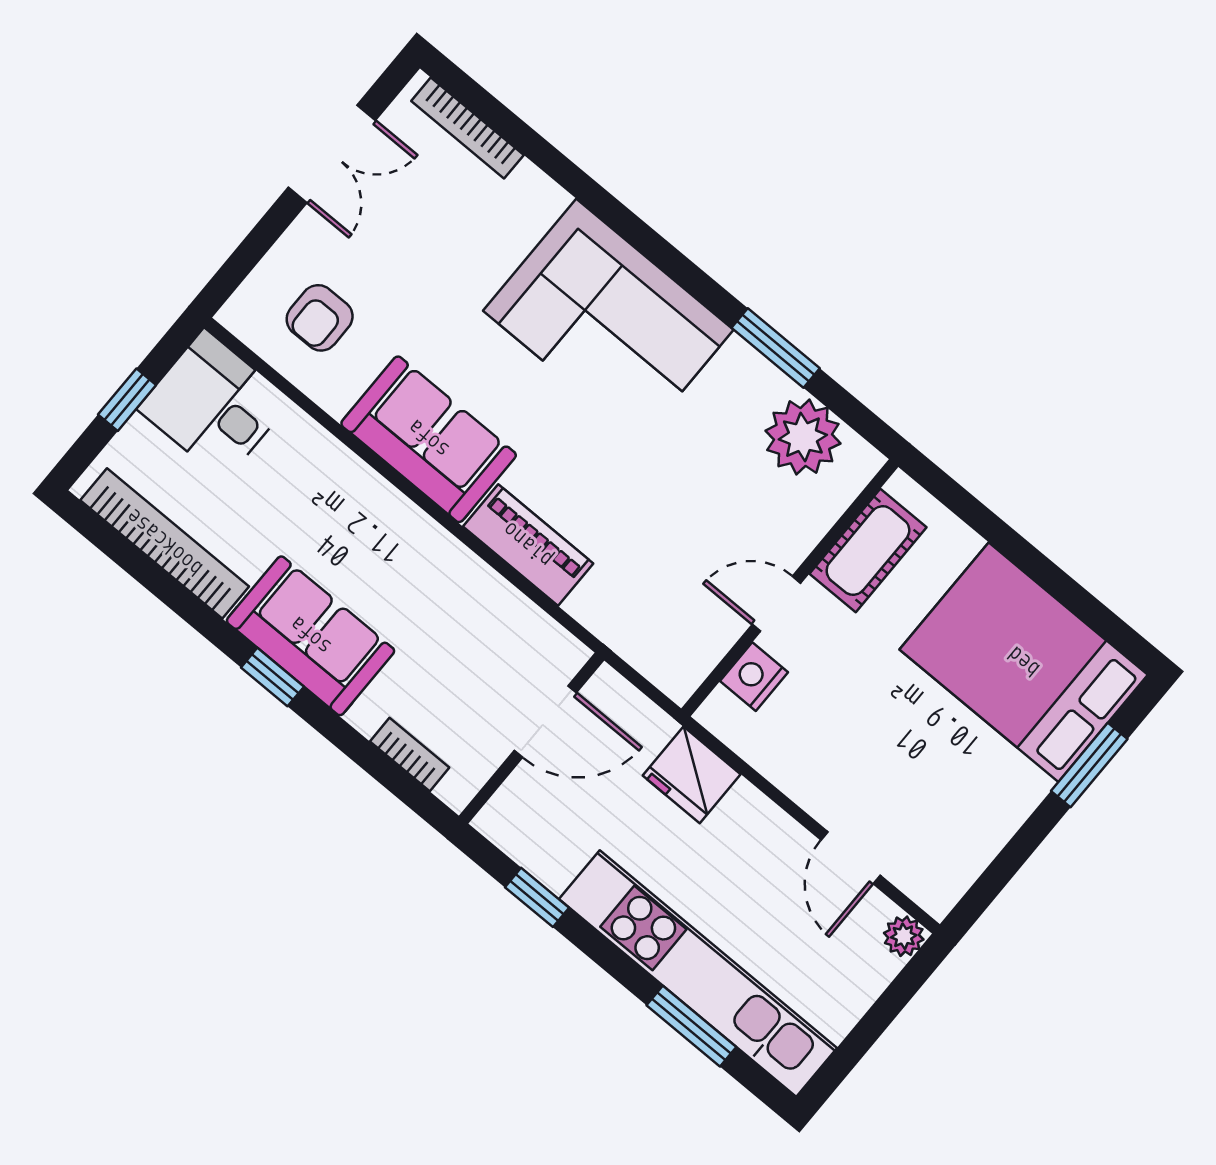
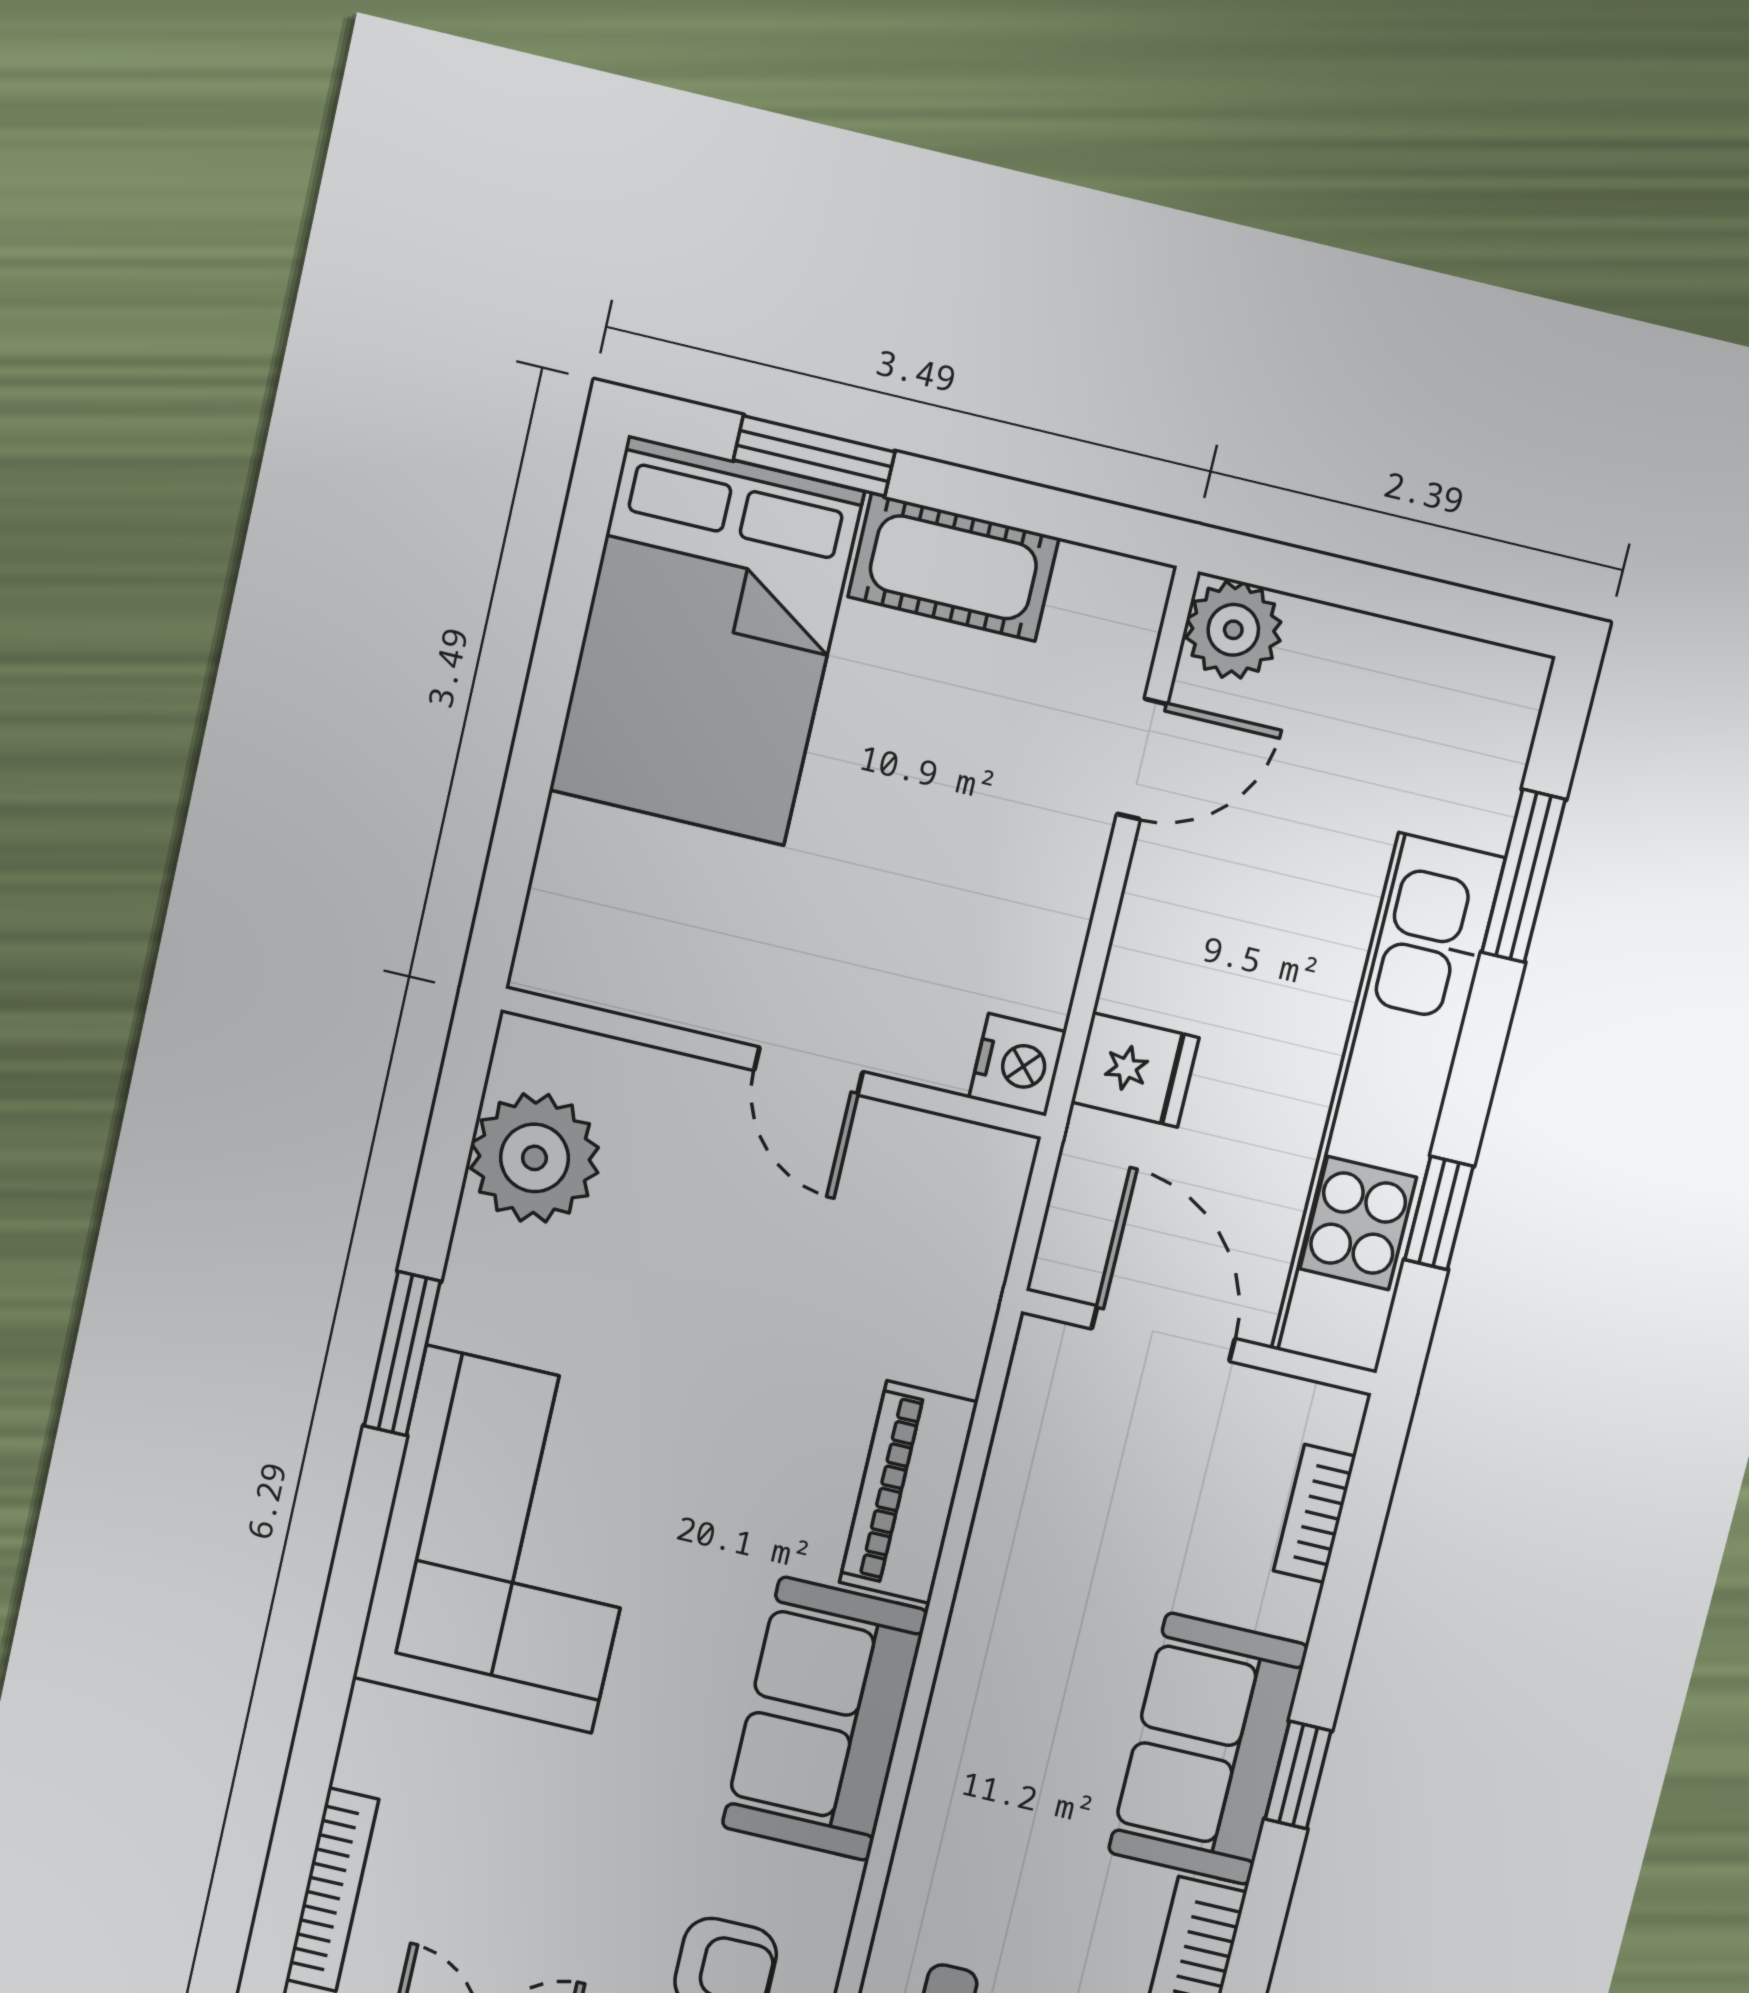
window: (776, 348) -> (402, 1354), moved
cot: (868, 551) -> (953, 567), moved
nightstand: (754, 677) -> (1017, 1065), moved, turned -90
fridge: (692, 775) -> (1135, 1070), width x0.72
plant: (904, 936) -> (1233, 630), width x1.38, depth x1.38
kitchen unit: (698, 973) -> (1388, 1105), moved

